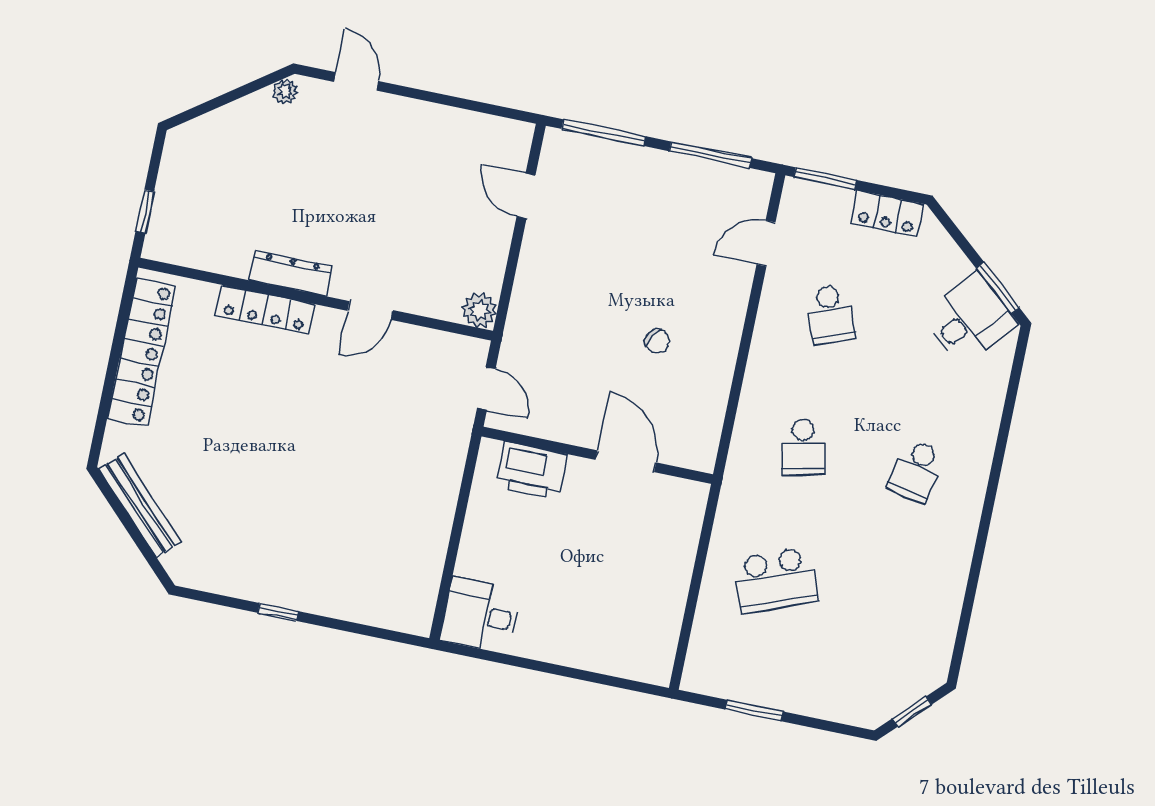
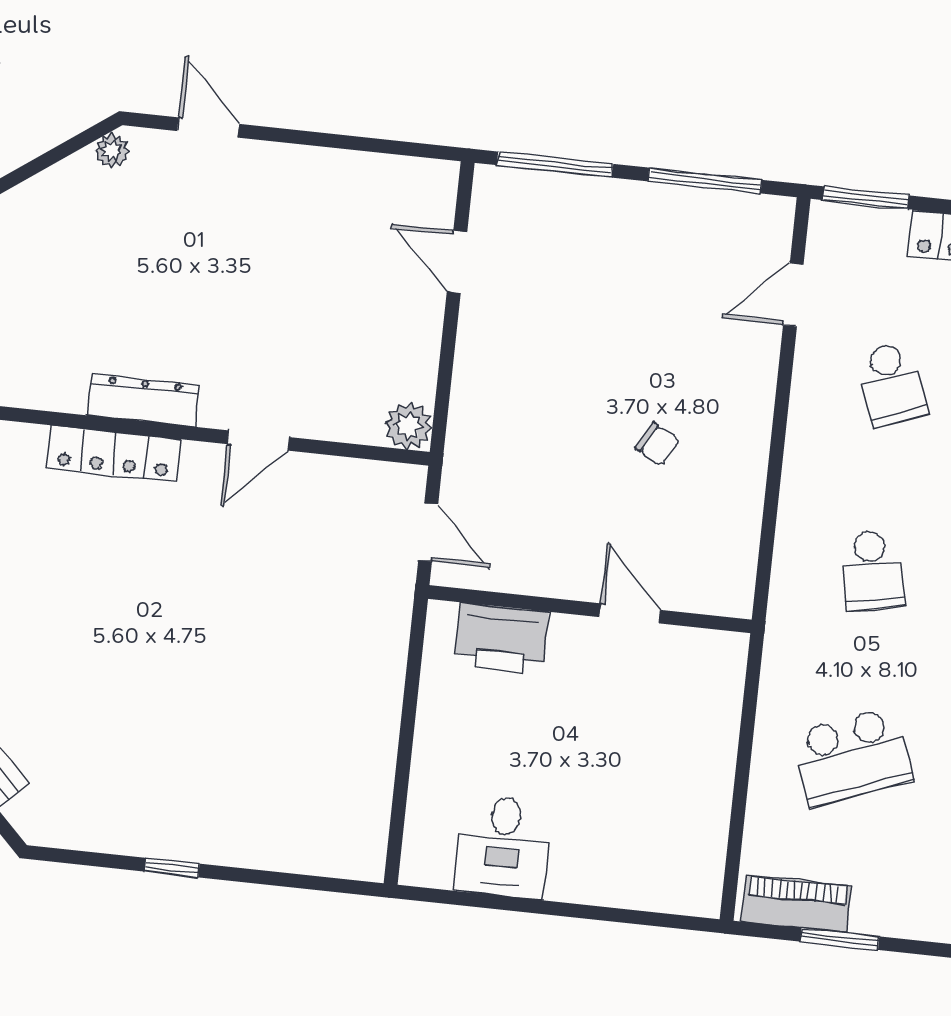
door: (626, 461) -> (630, 613), width x0.73
desk: (481, 615) -> (503, 847), moved, turned -90
piano: (725, 682) -> (796, 904), added

